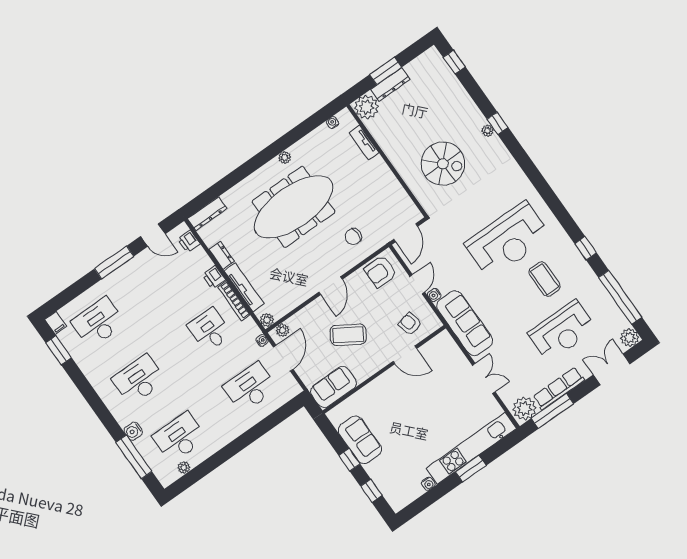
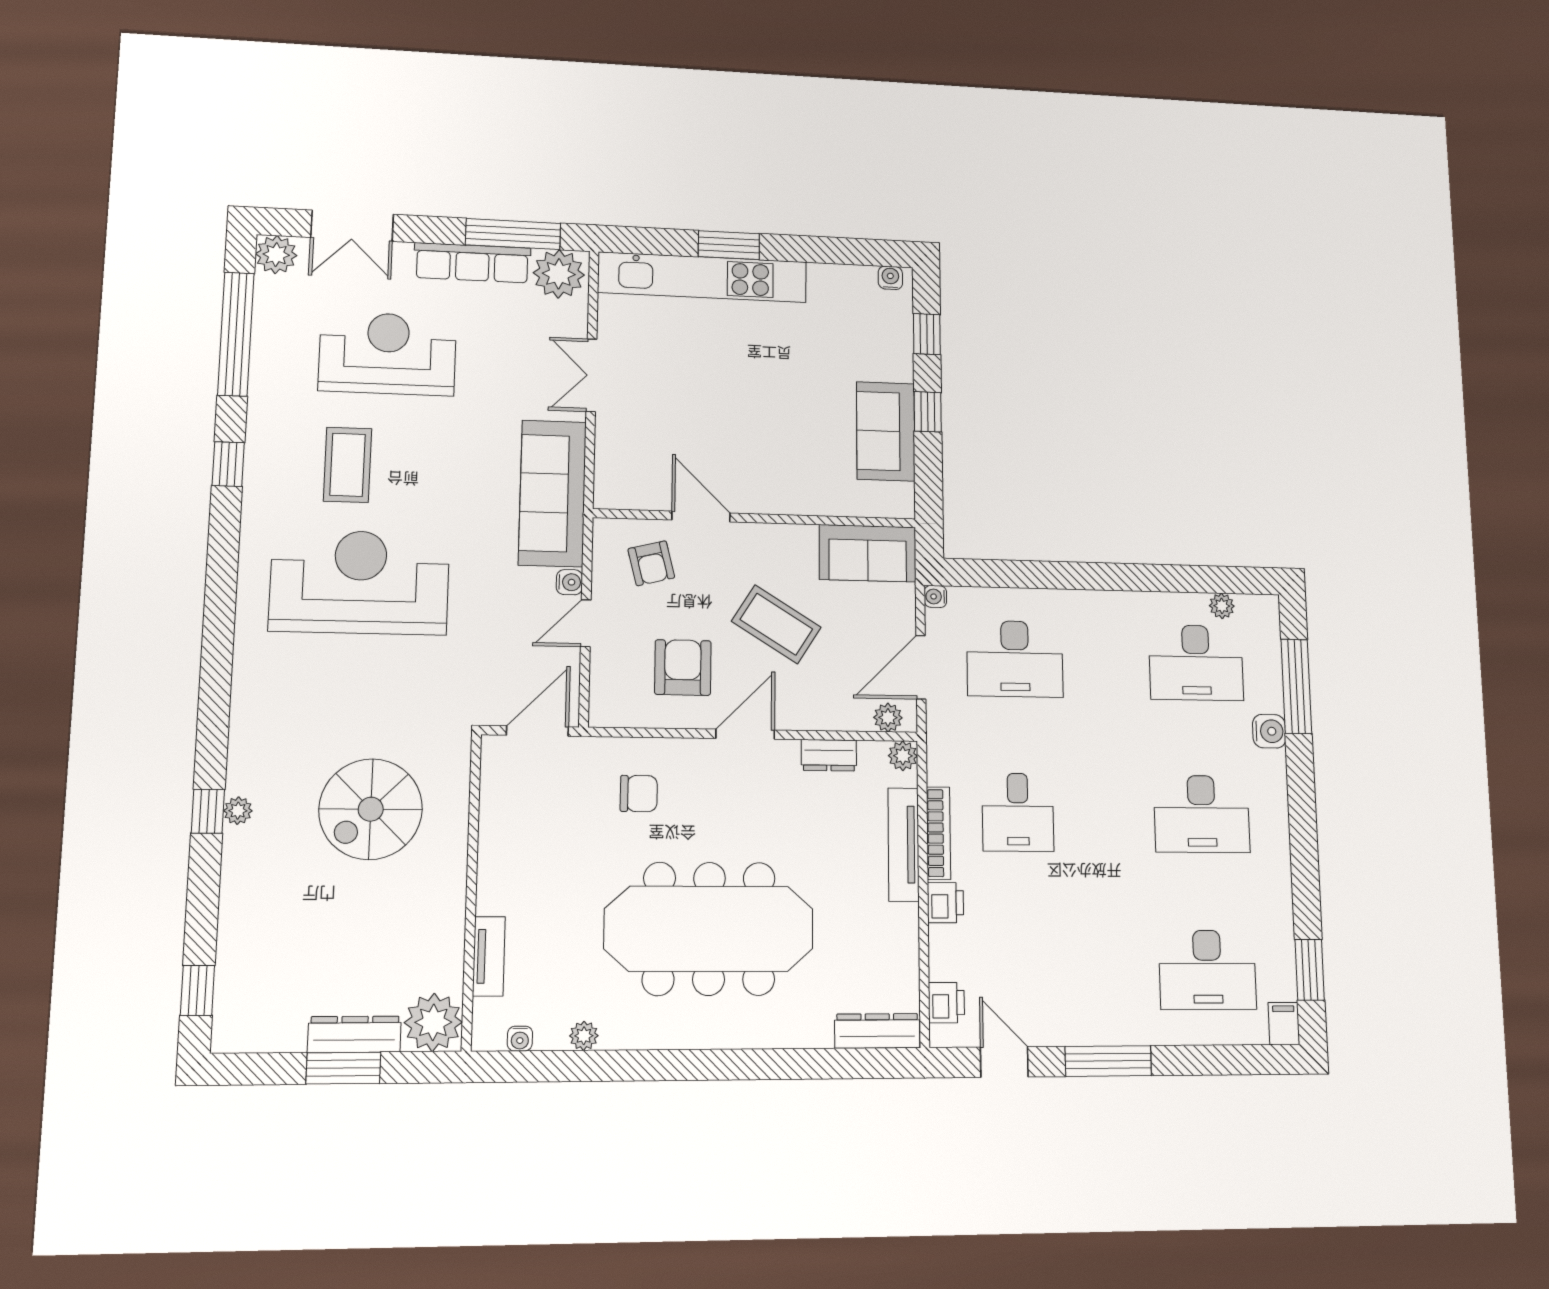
plant: (285, 157) -> (584, 1036), moved
spiral stairs: (443, 164) -> (371, 809), turned -90
dresser: (222, 255) -> (829, 755), moved, turned -90
armchair: (381, 272) -> (683, 667), moved, turned -90
water cooler: (262, 340) -> (935, 597), moved
water cooler: (428, 484) -> (890, 278), moved

